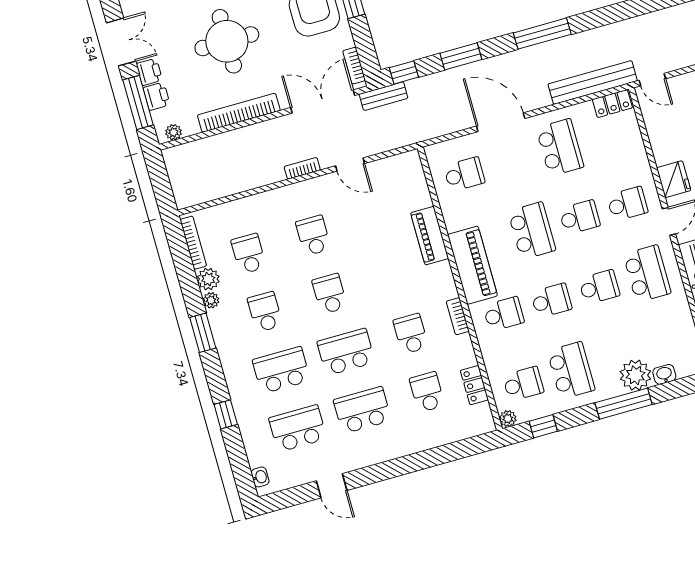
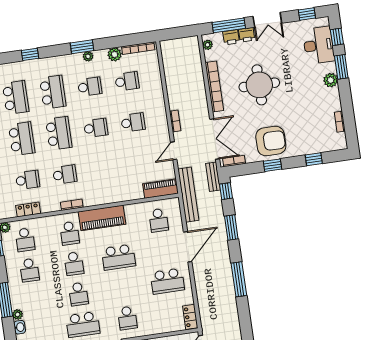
bench: (593, 82) -> (188, 195), moved
school desk: (580, 217) -> (123, 288), removed
piano: (430, 236) -> (160, 189), moved
plant: (211, 300) -> (88, 56), moved
school desk: (571, 370) -> (29, 270), width x0.54
plant: (635, 375) -> (18, 314), width x0.53, depth x0.53

